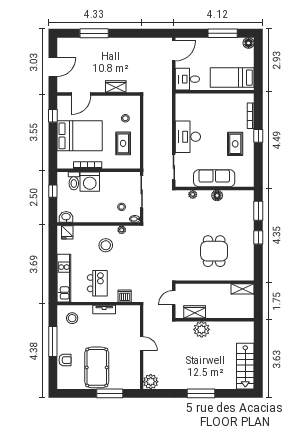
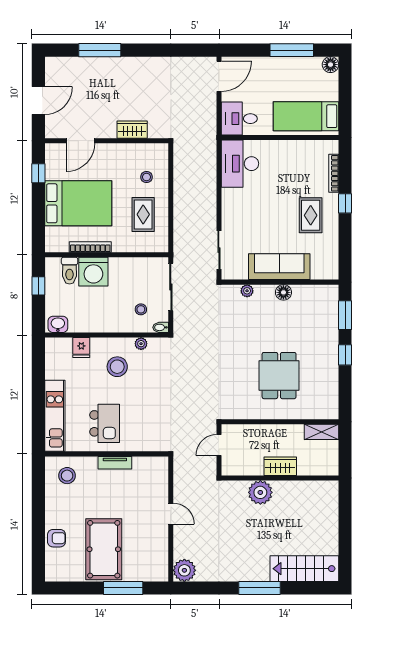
desk: (188, 137) -> (240, 164), moved
fridge: (67, 232) -> (81, 348), moved
dishwasher: (125, 296) -> (146, 442), removed
wardrobe: (195, 312) -> (280, 466), moved
window: (53, 342) -> (38, 511), removed
stairs: (245, 366) -> (304, 569), moved, turned 90

